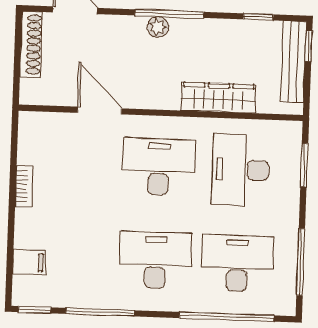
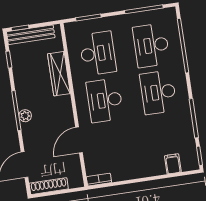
desk: (241, 170) -> (98, 53), turned -90
bookcase: (24, 186) -> (99, 180), moved

